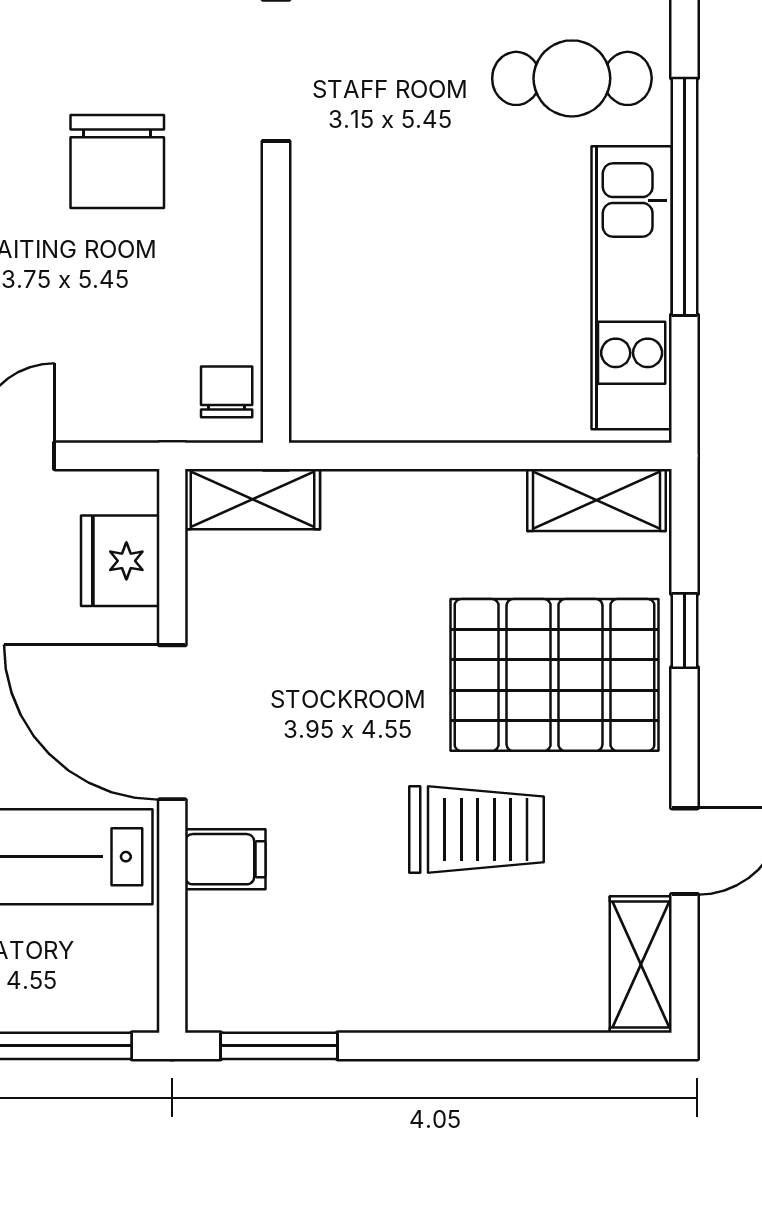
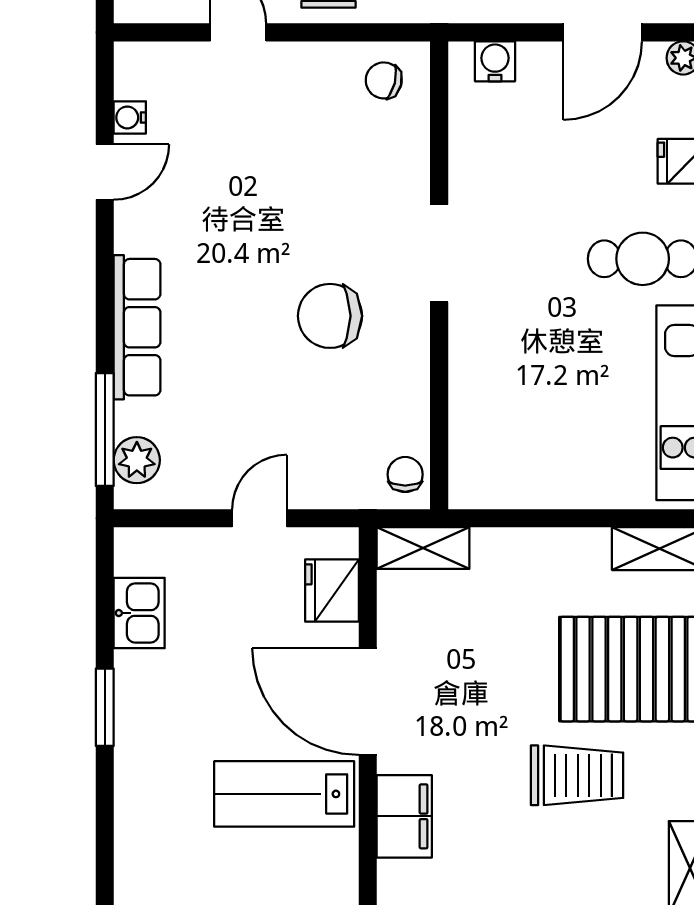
chair: (117, 161) -> (330, 316), turned 90
filing cabinet: (225, 859) -> (404, 816), width x2.00

